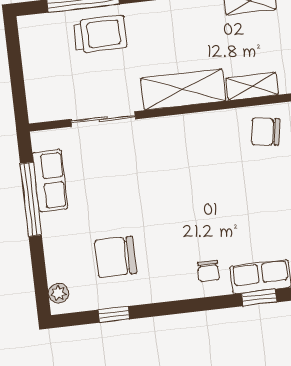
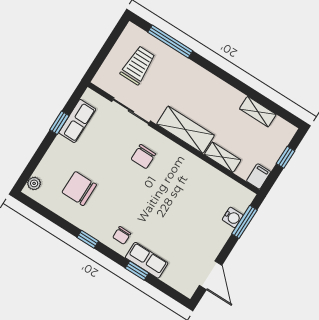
trolley: (100, 34) -> (138, 65), moved, turned -90
chair: (266, 132) -> (143, 157), moved, turned -98
window: (31, 199) -> (59, 123), width x0.46
window: (114, 314) -> (88, 239), moved

